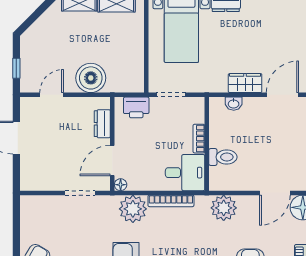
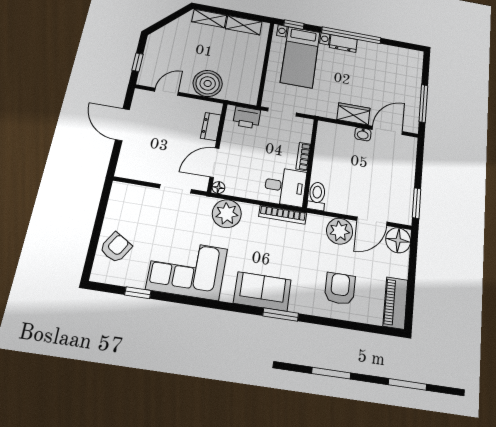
washbasin: (234, 104) -> (363, 134), moved
toilet: (223, 157) -> (317, 196), moved, turned -90
bookcase: (171, 201) -> (283, 215), moved
plant: (224, 208) -> (340, 231), moved

